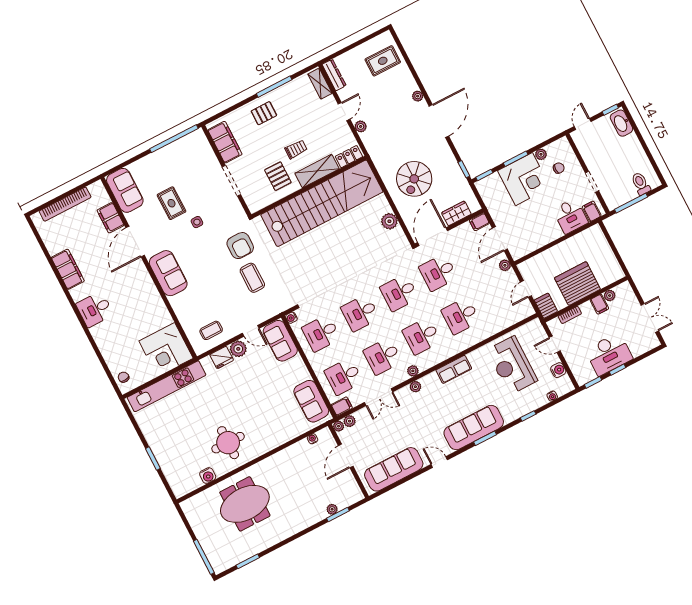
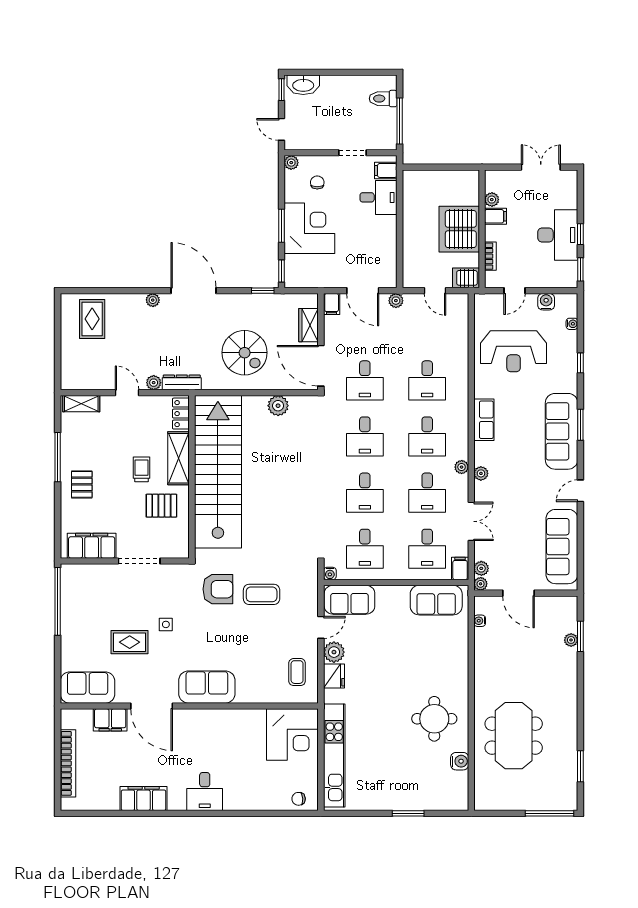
dresser: (334, 75) -> (182, 382), moved
plant: (541, 154) -> (291, 163), moved

